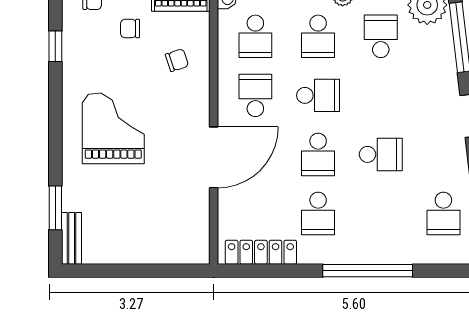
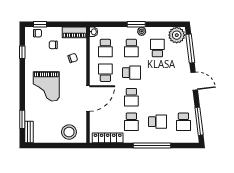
grand piano: (113, 128) -> (46, 86), turned 180
school desk: (381, 154) -> (157, 122), moved
stool: (168, 238) -> (69, 132), added

